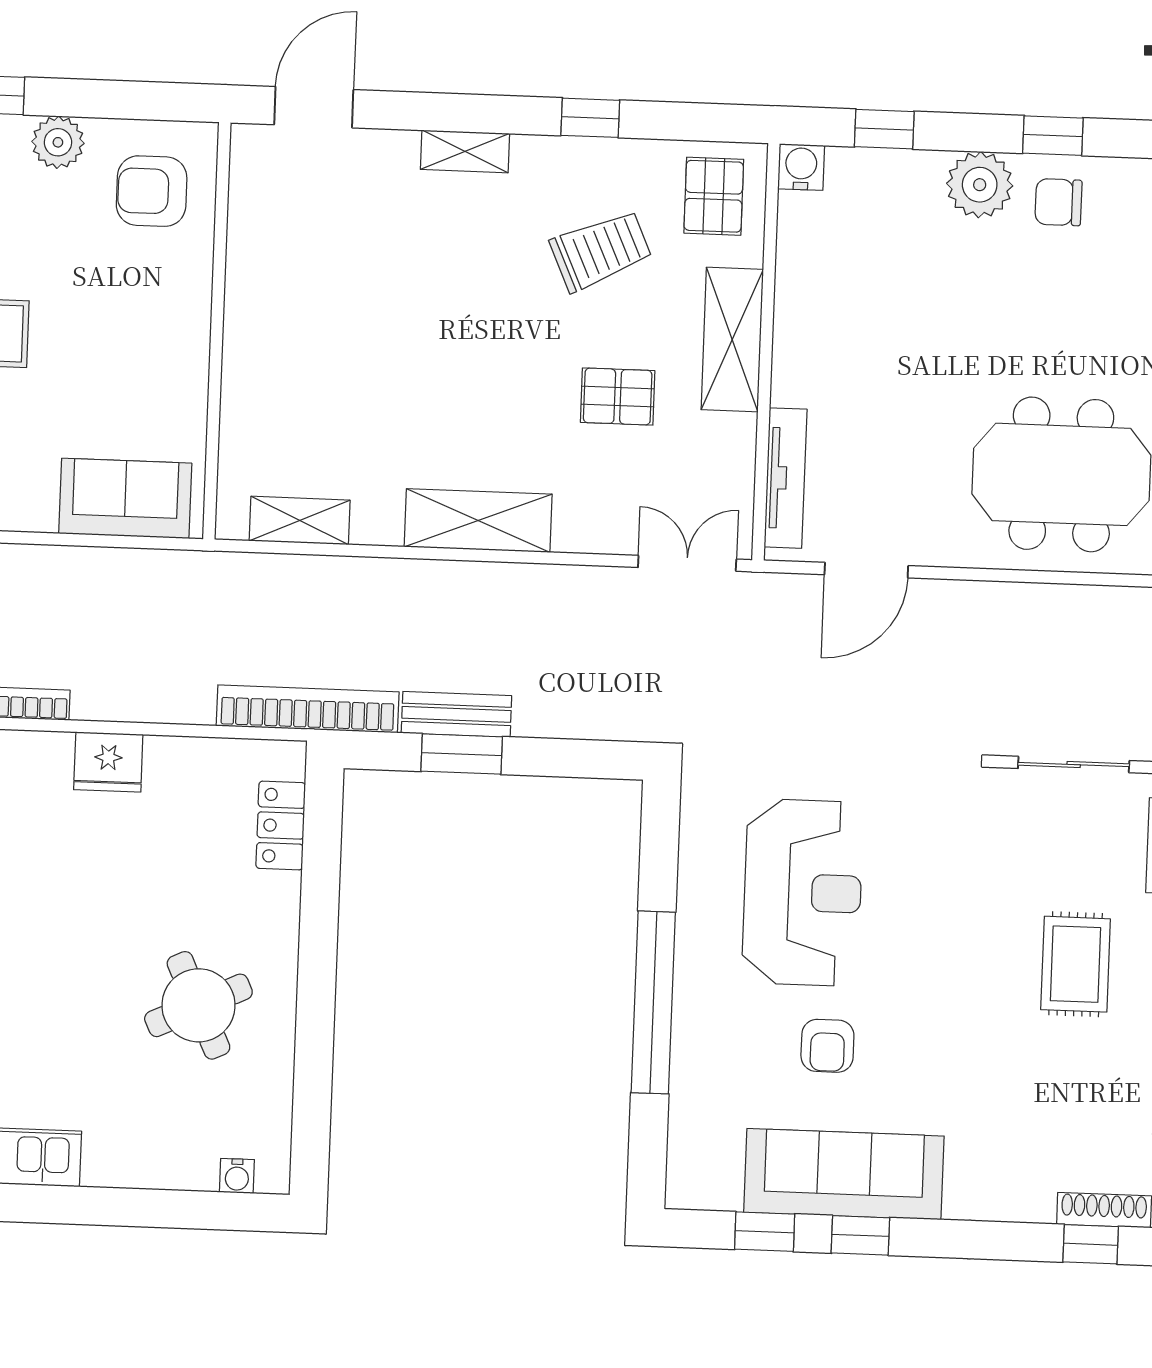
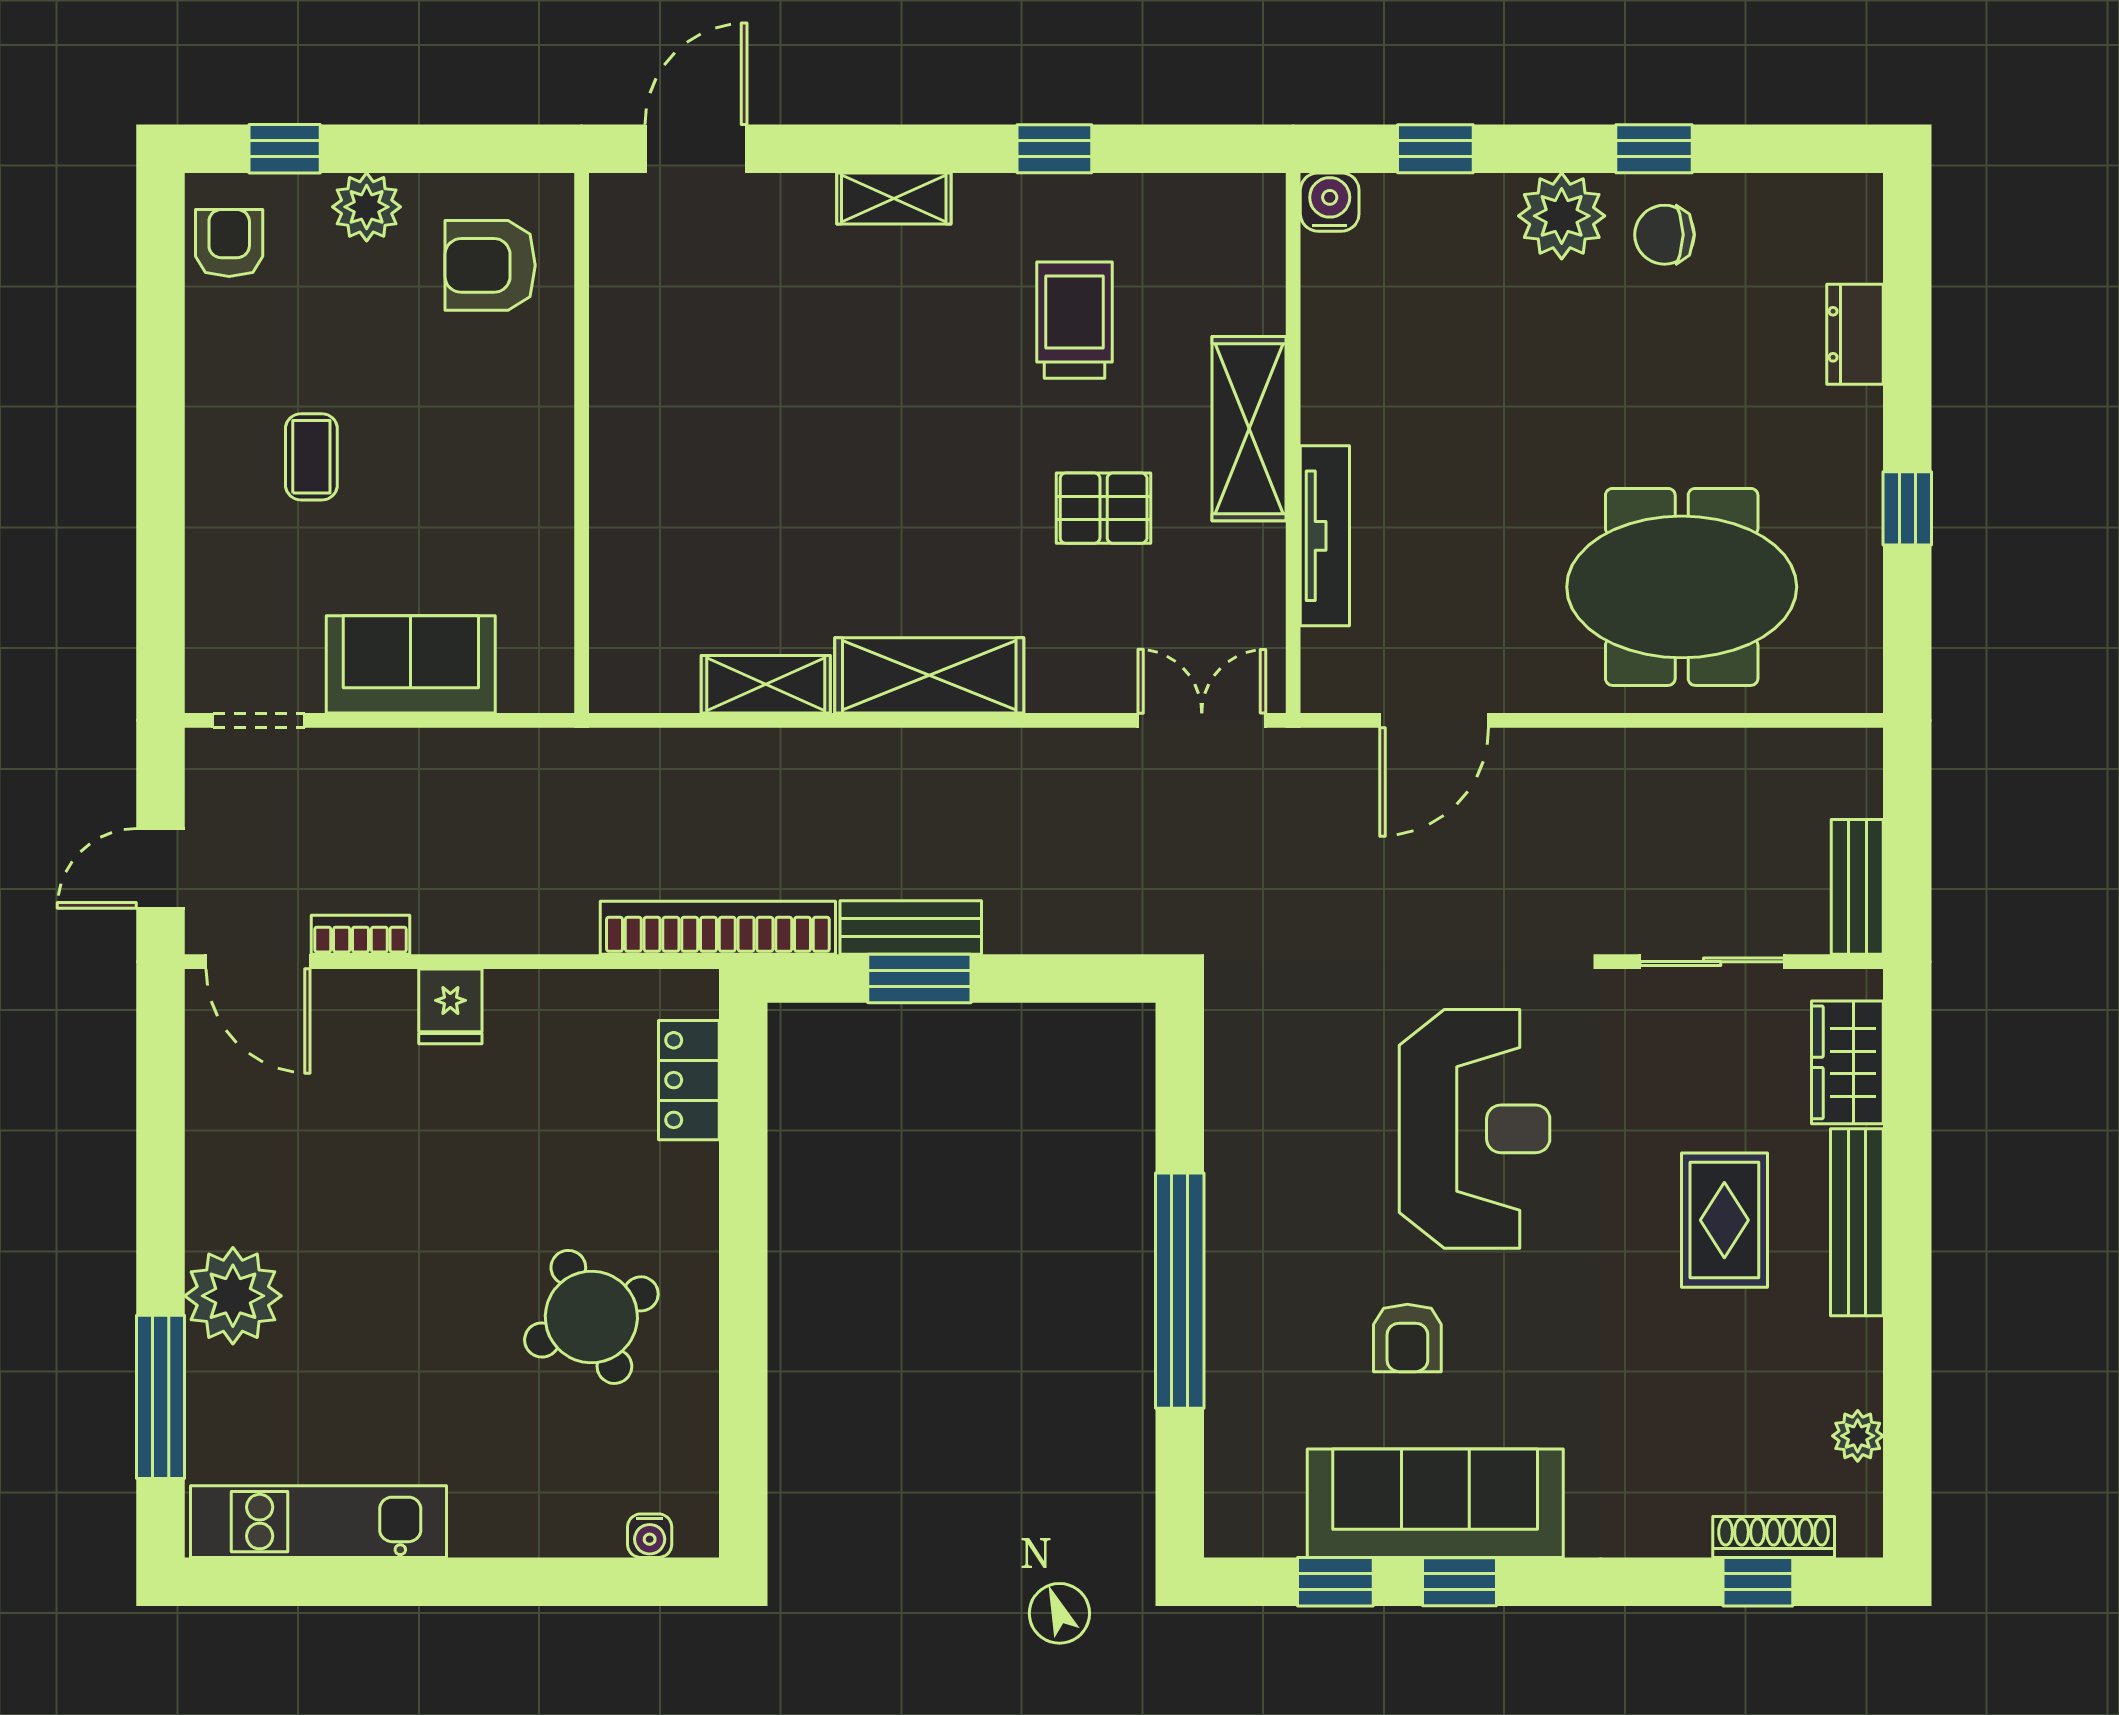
pallet: (714, 196) -> (1218, 244), removed
trolley: (601, 251) -> (1075, 320), turned -66
tv unit: (785, 478) -> (1325, 536), moved
sofa: (125, 498) -> (411, 664), moved
shelving: (300, 520) -> (766, 684), moved
fridge: (108, 762) -> (450, 1006), width x0.72
reception desk: (803, 892) -> (1475, 1129), moved

